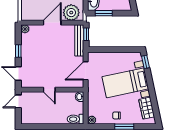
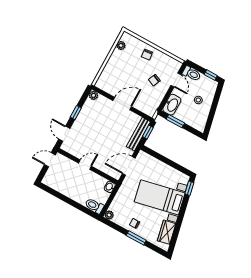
plant: (71, 13) -> (145, 104), removed
door: (49, 90) -> (85, 165), swing flipped

